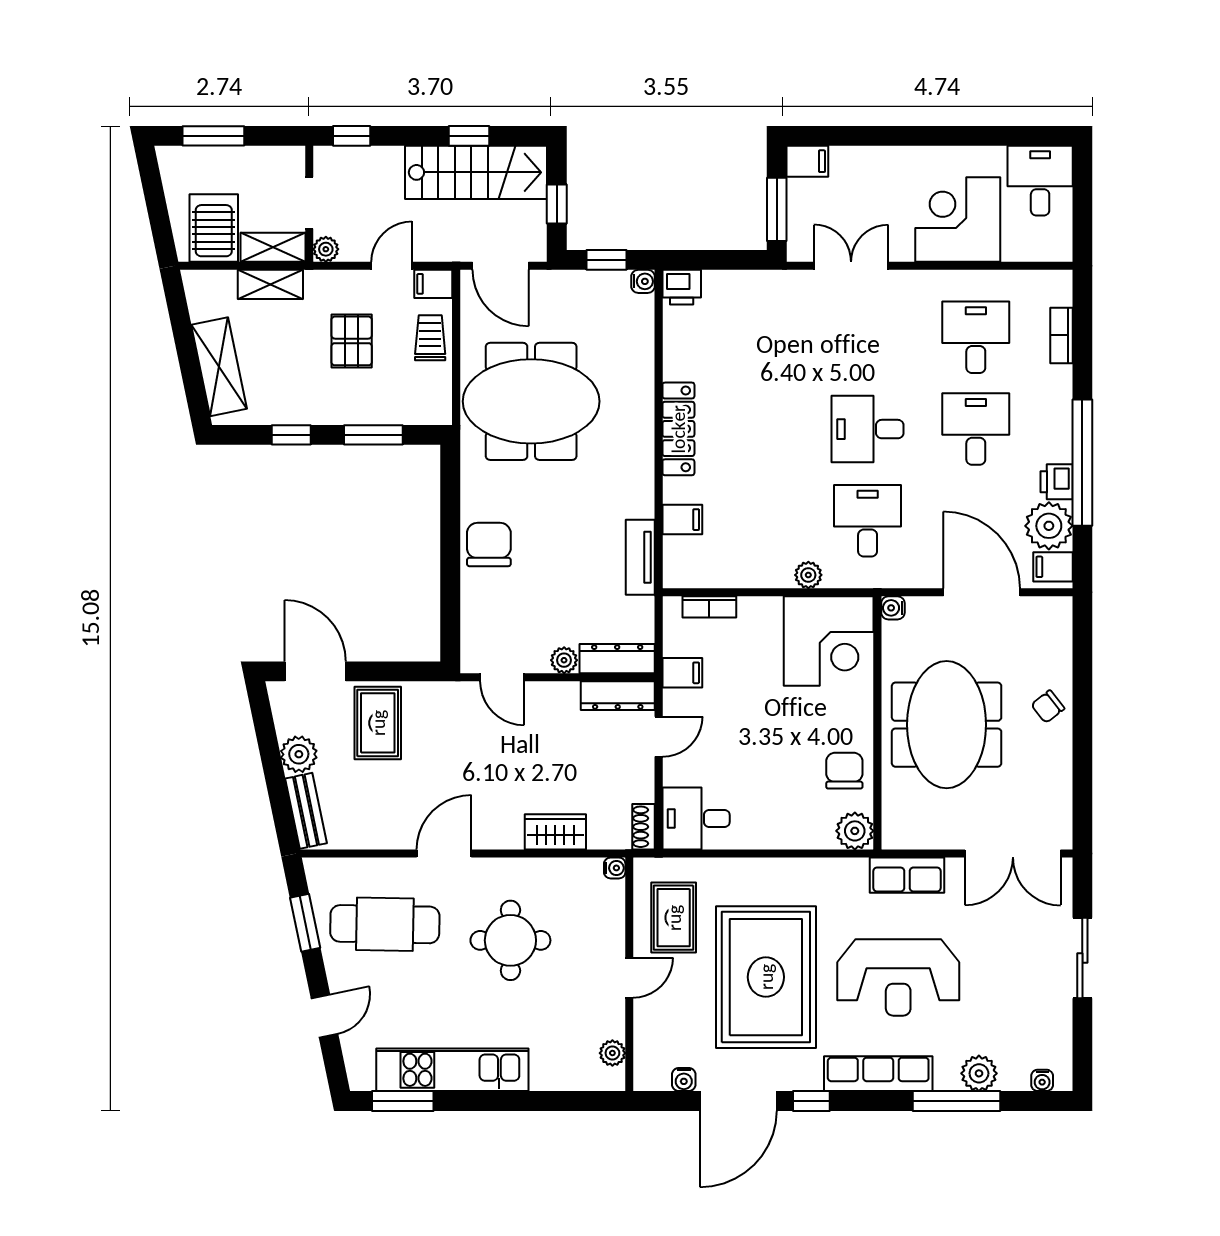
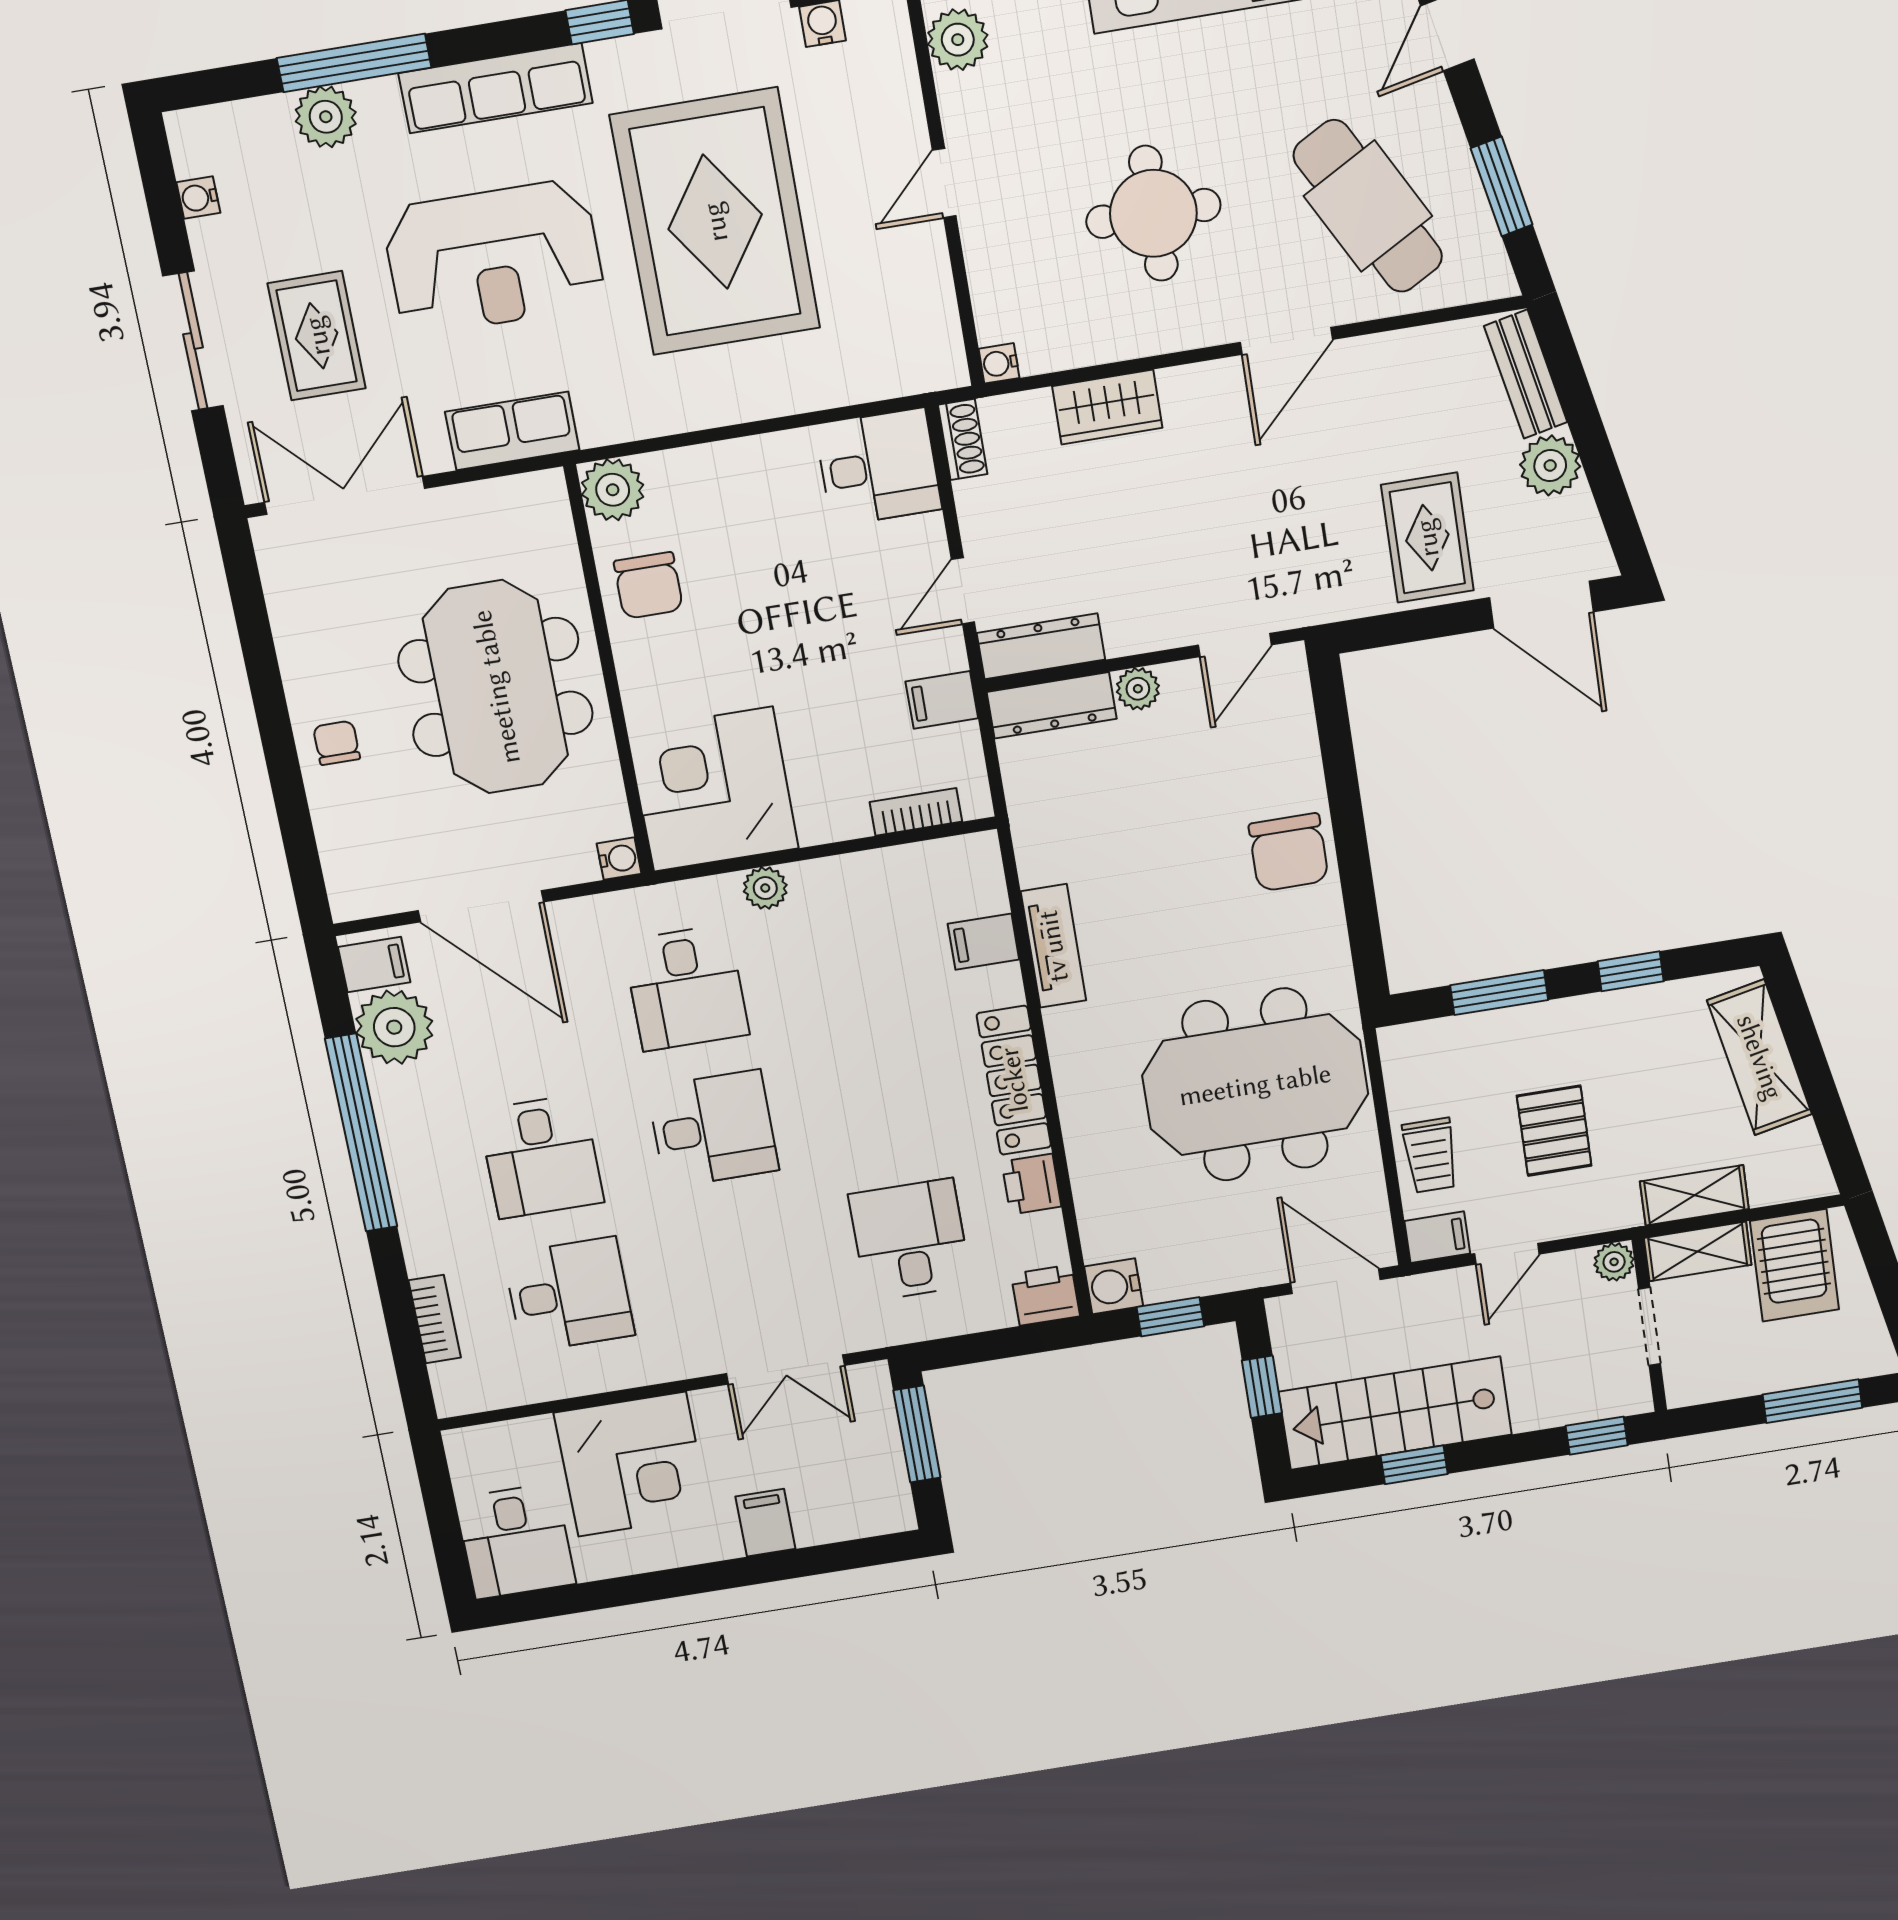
filing cabinet: (807, 161) -> (766, 1523), moved, turned 90
water cooler: (643, 281) -> (1114, 1286), width x1.38, depth x1.38
desk: (759, 337) -> (910, 1240), added
desk: (976, 337) -> (569, 1295), turned -90
printer: (1057, 482) -> (1031, 1184), moved, turned 180
tv unit: (640, 557) -> (1053, 946), moved
door: (502, 677) -> (1235, 645), swing flipped
chair: (1048, 707) -> (337, 743), turned -52
rug: (674, 918) -> (317, 336), moved
cafe table: (385, 924) -> (1368, 206), turned 60
reception desk: (898, 977) -> (494, 258), turned 180
plant: (612, 1053) -> (958, 40), width x1.38, depth x1.38
water cooler: (1042, 1080) -> (198, 198), moved, turned -90

